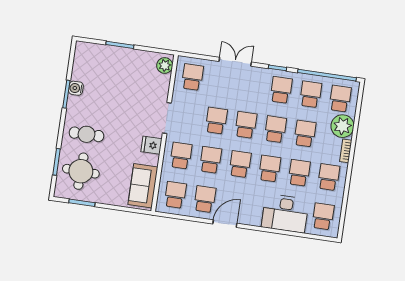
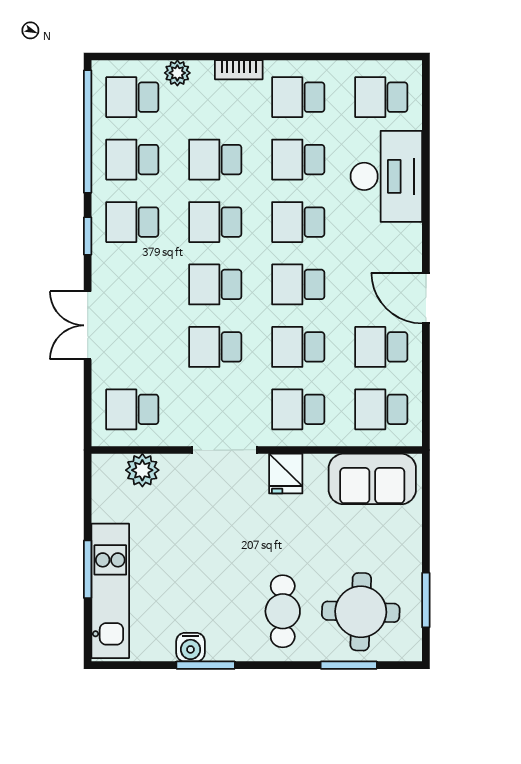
kitchen unit: (108, 54) -> (110, 591), added
plant: (165, 65) -> (142, 470), moved
plant: (342, 126) -> (177, 73), width x0.53, depth x0.53

